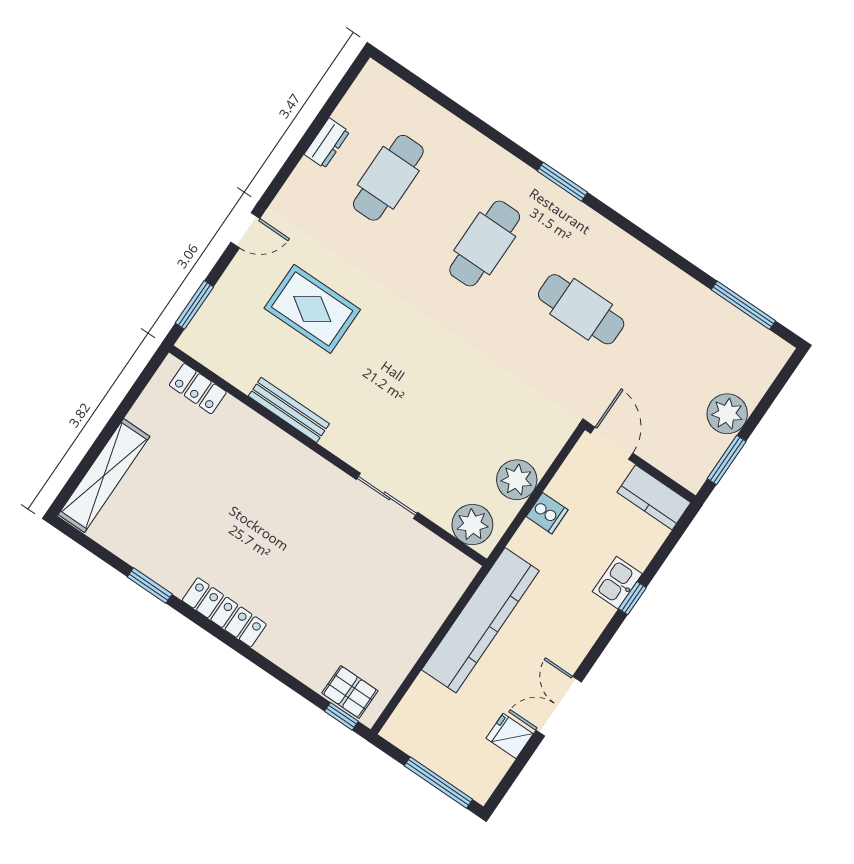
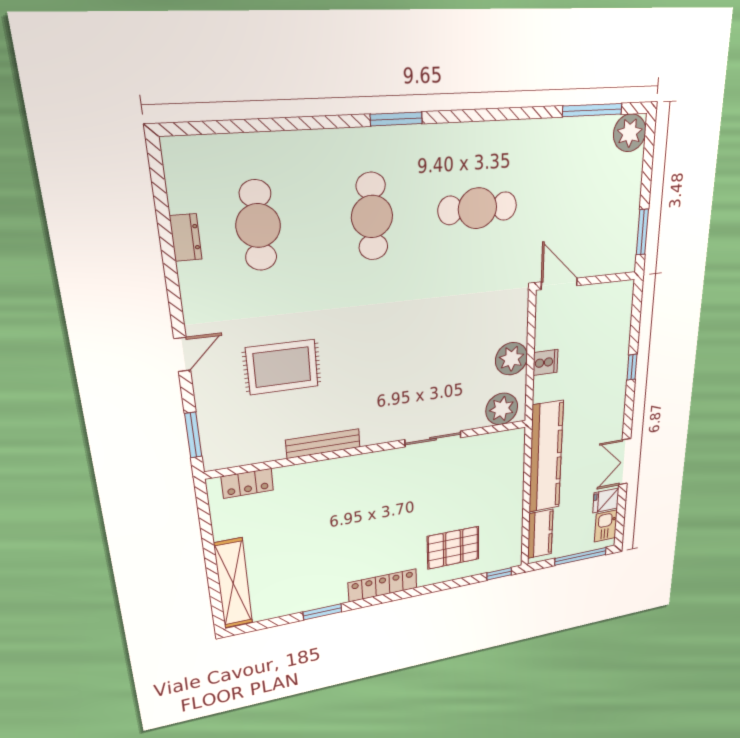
plant: (727, 414) -> (630, 133), moved
kitchen counter: (654, 497) -> (540, 534), moved, turned -90
kitchen sink: (617, 583) -> (606, 526), moved
pallet: (350, 692) -> (453, 548), moved, width x1.50, depth x1.42

